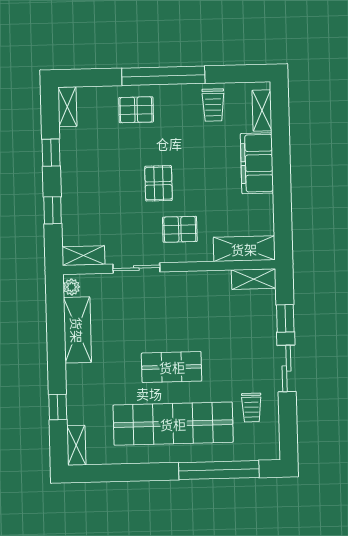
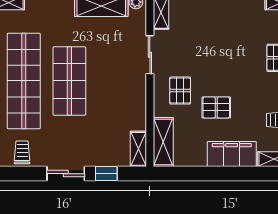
pallet: (159, 183) -> (216, 107), moved
shop shelf: (172, 367) -> (69, 81), width x1.43, depth x1.36
trolley: (251, 408) -> (22, 152), moved, turned 90

